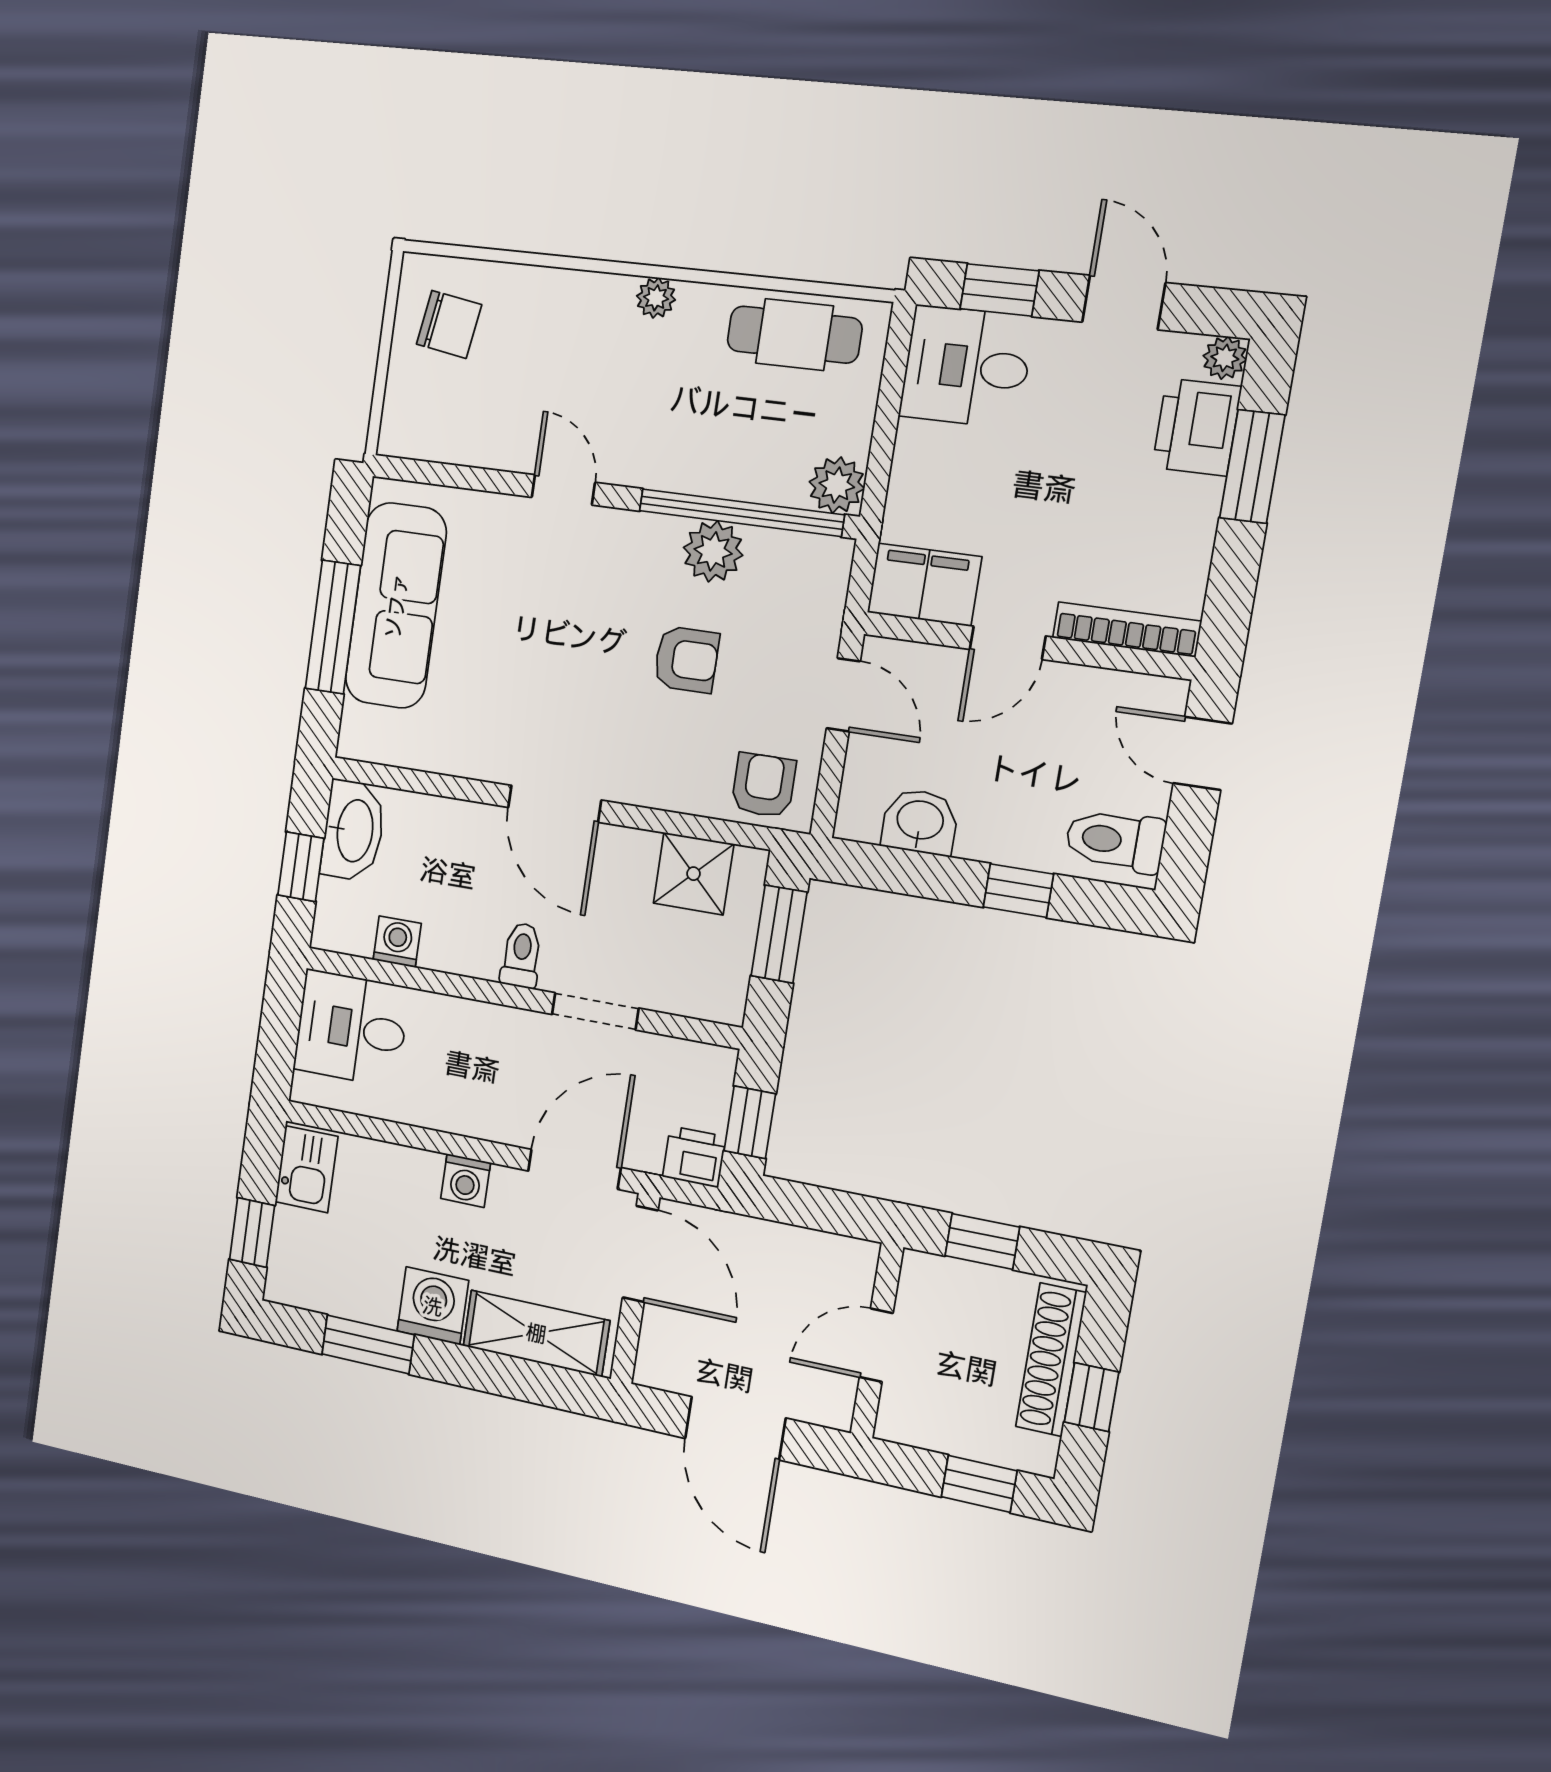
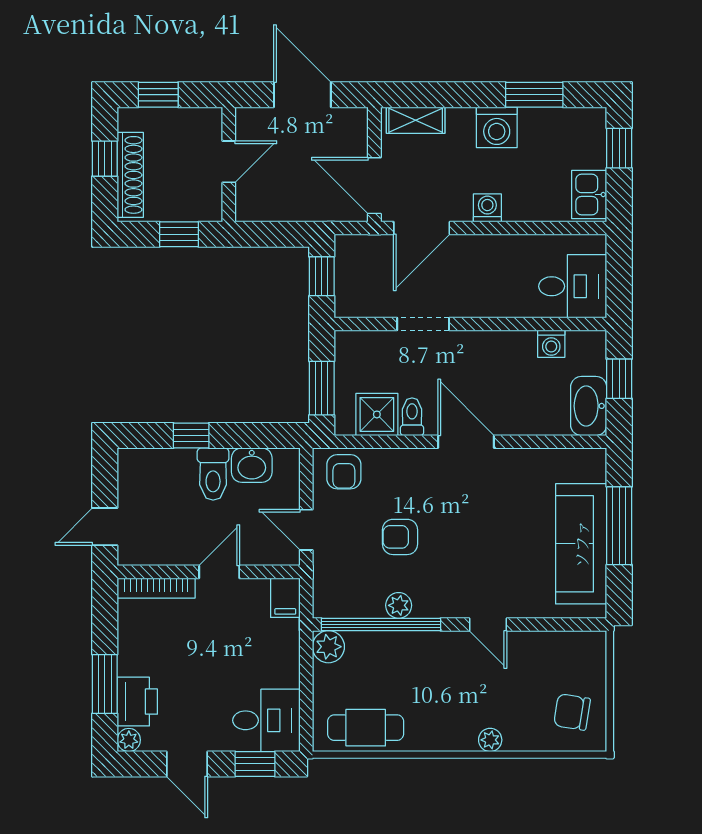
plant: (656, 298) -> (490, 740), moved
plant: (713, 551) -> (399, 605), width x0.73, depth x0.73
filing cabinet: (924, 585) -> (285, 598), width x0.50
door: (1203, 753) -> (105, 527), swing flipped
toilet: (1115, 841) -> (213, 474), moved, turned 90
toilet: (521, 955) -> (412, 417), moved, turned 180
printer: (694, 1157) -> (351, 250), removed
shelving: (536, 1333) -> (416, 120), width x0.67, depth x0.75

